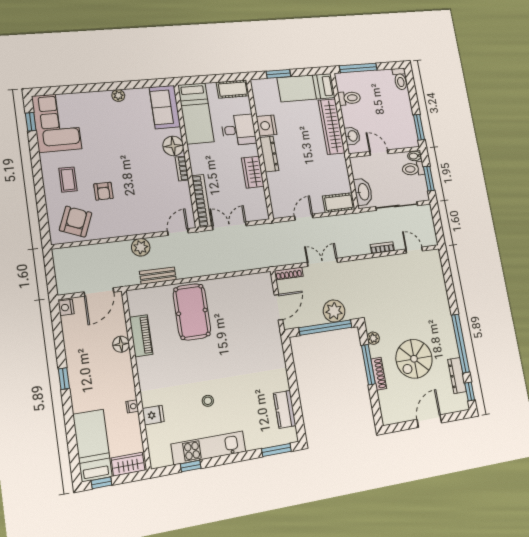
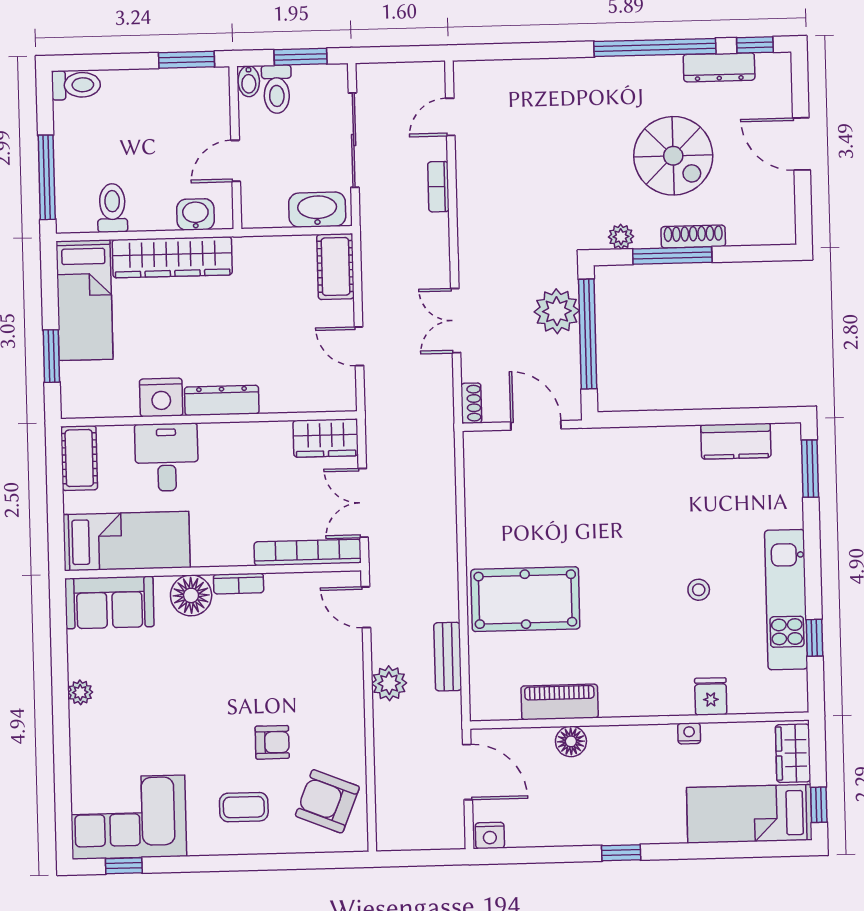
wardrobe: (253, 172) -> (326, 438), moved
shoe rack: (289, 274) -> (471, 403), width x0.70

